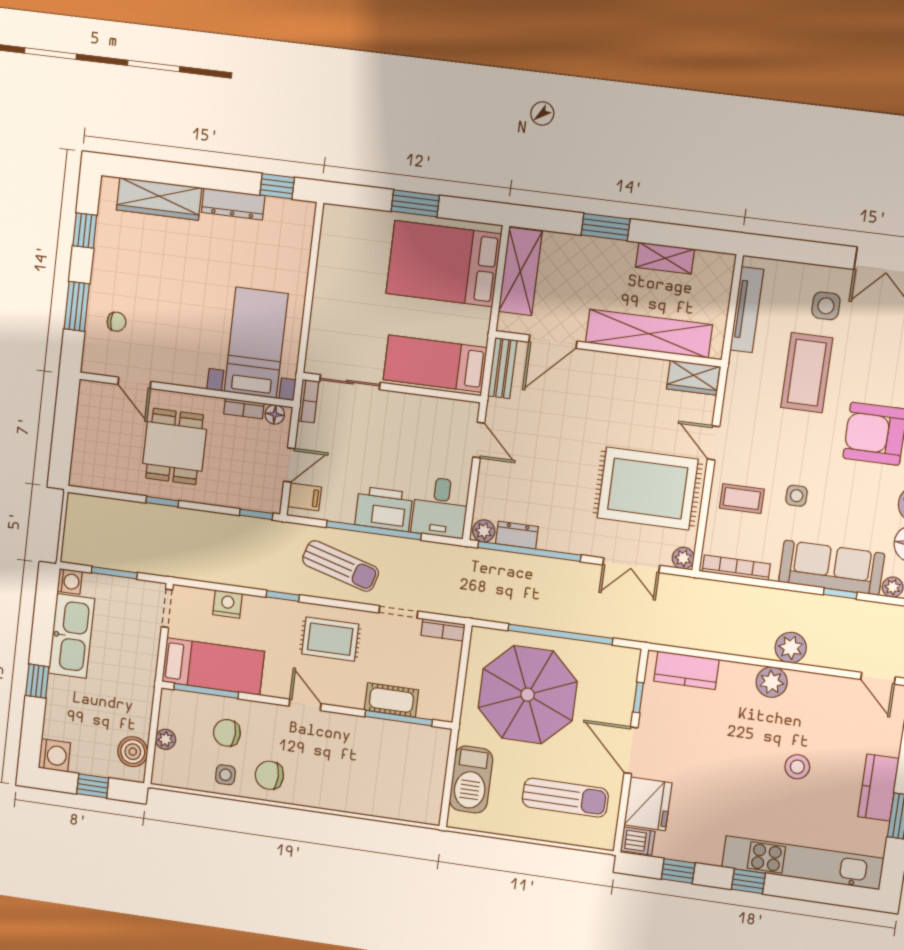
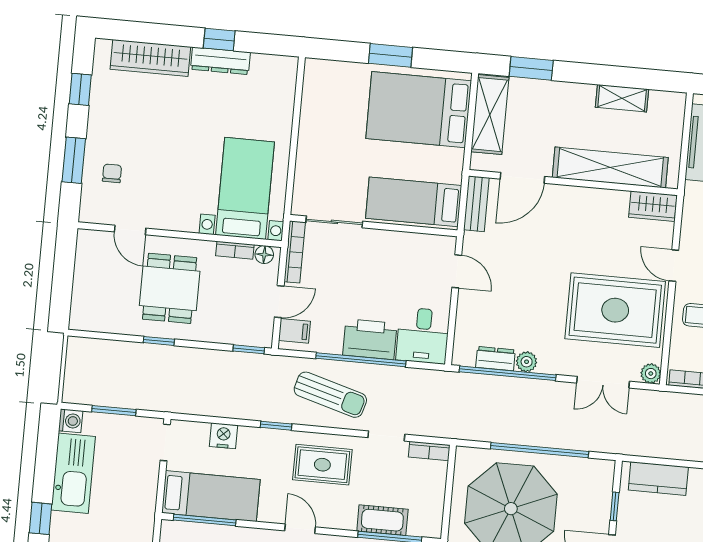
window: (277, 186) -> (219, 39), moved
window: (606, 227) -> (531, 68), moved
chair: (117, 322) -> (112, 173), turned -90
bookcase: (308, 401) -> (295, 252), width x1.56
plant: (484, 531) -> (527, 362), moved

